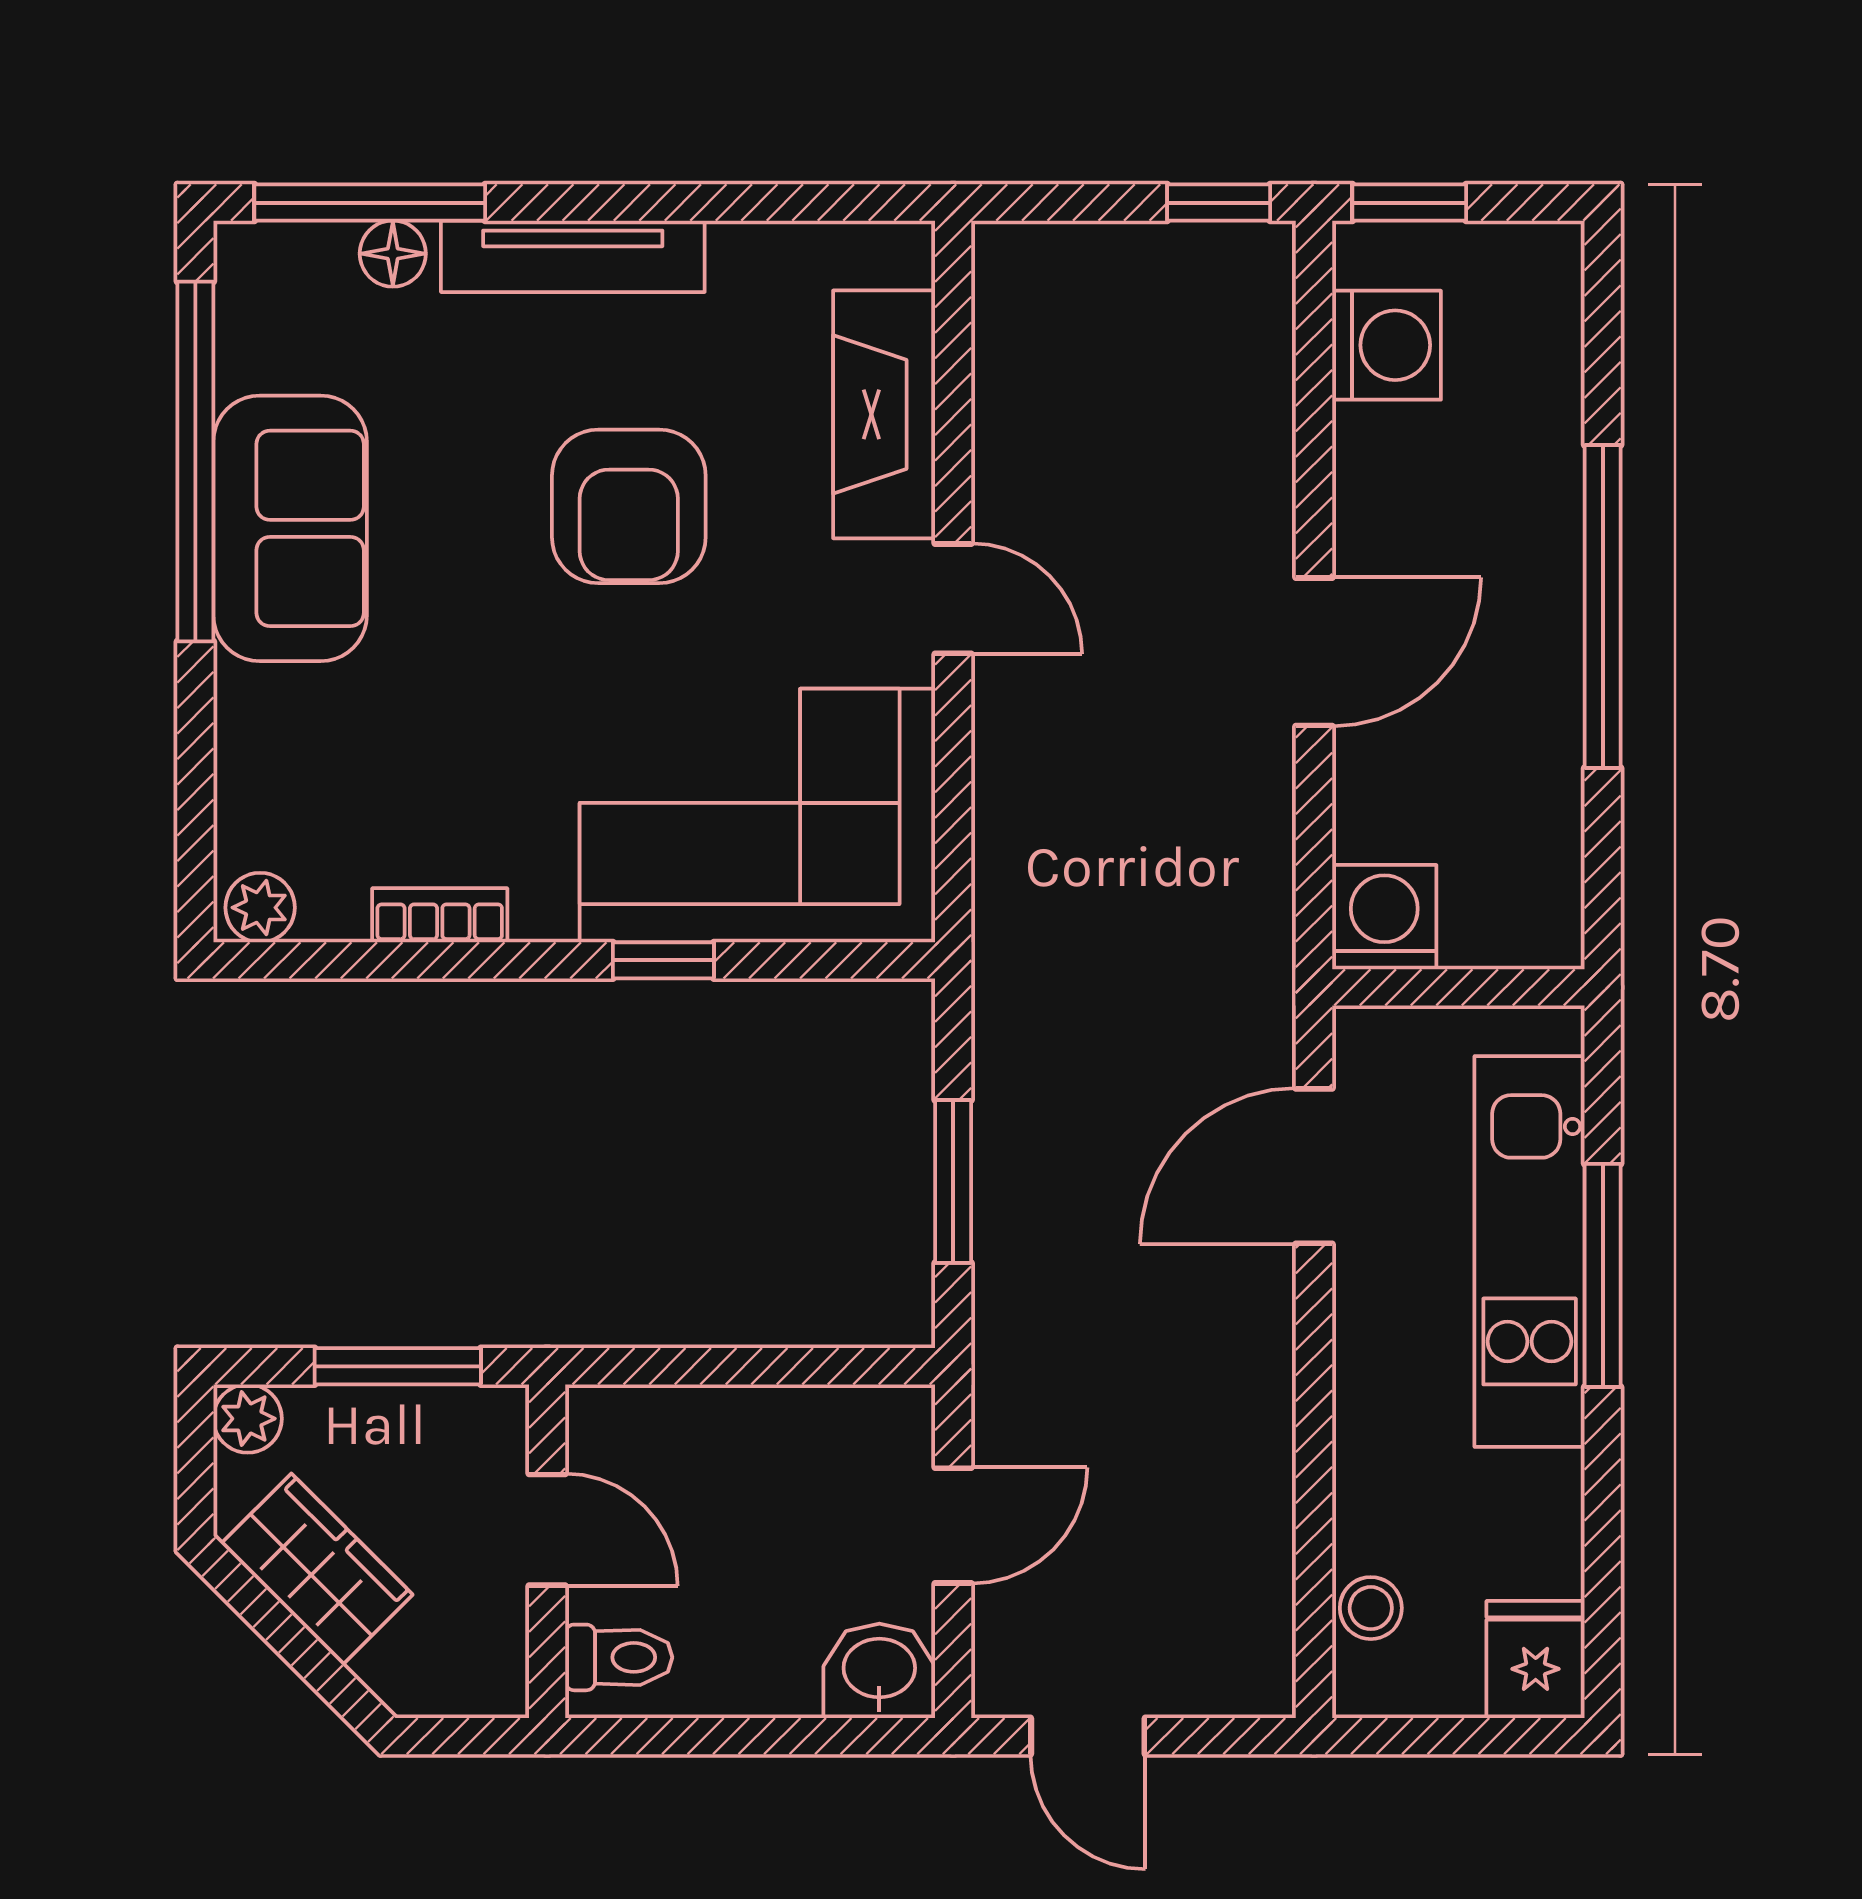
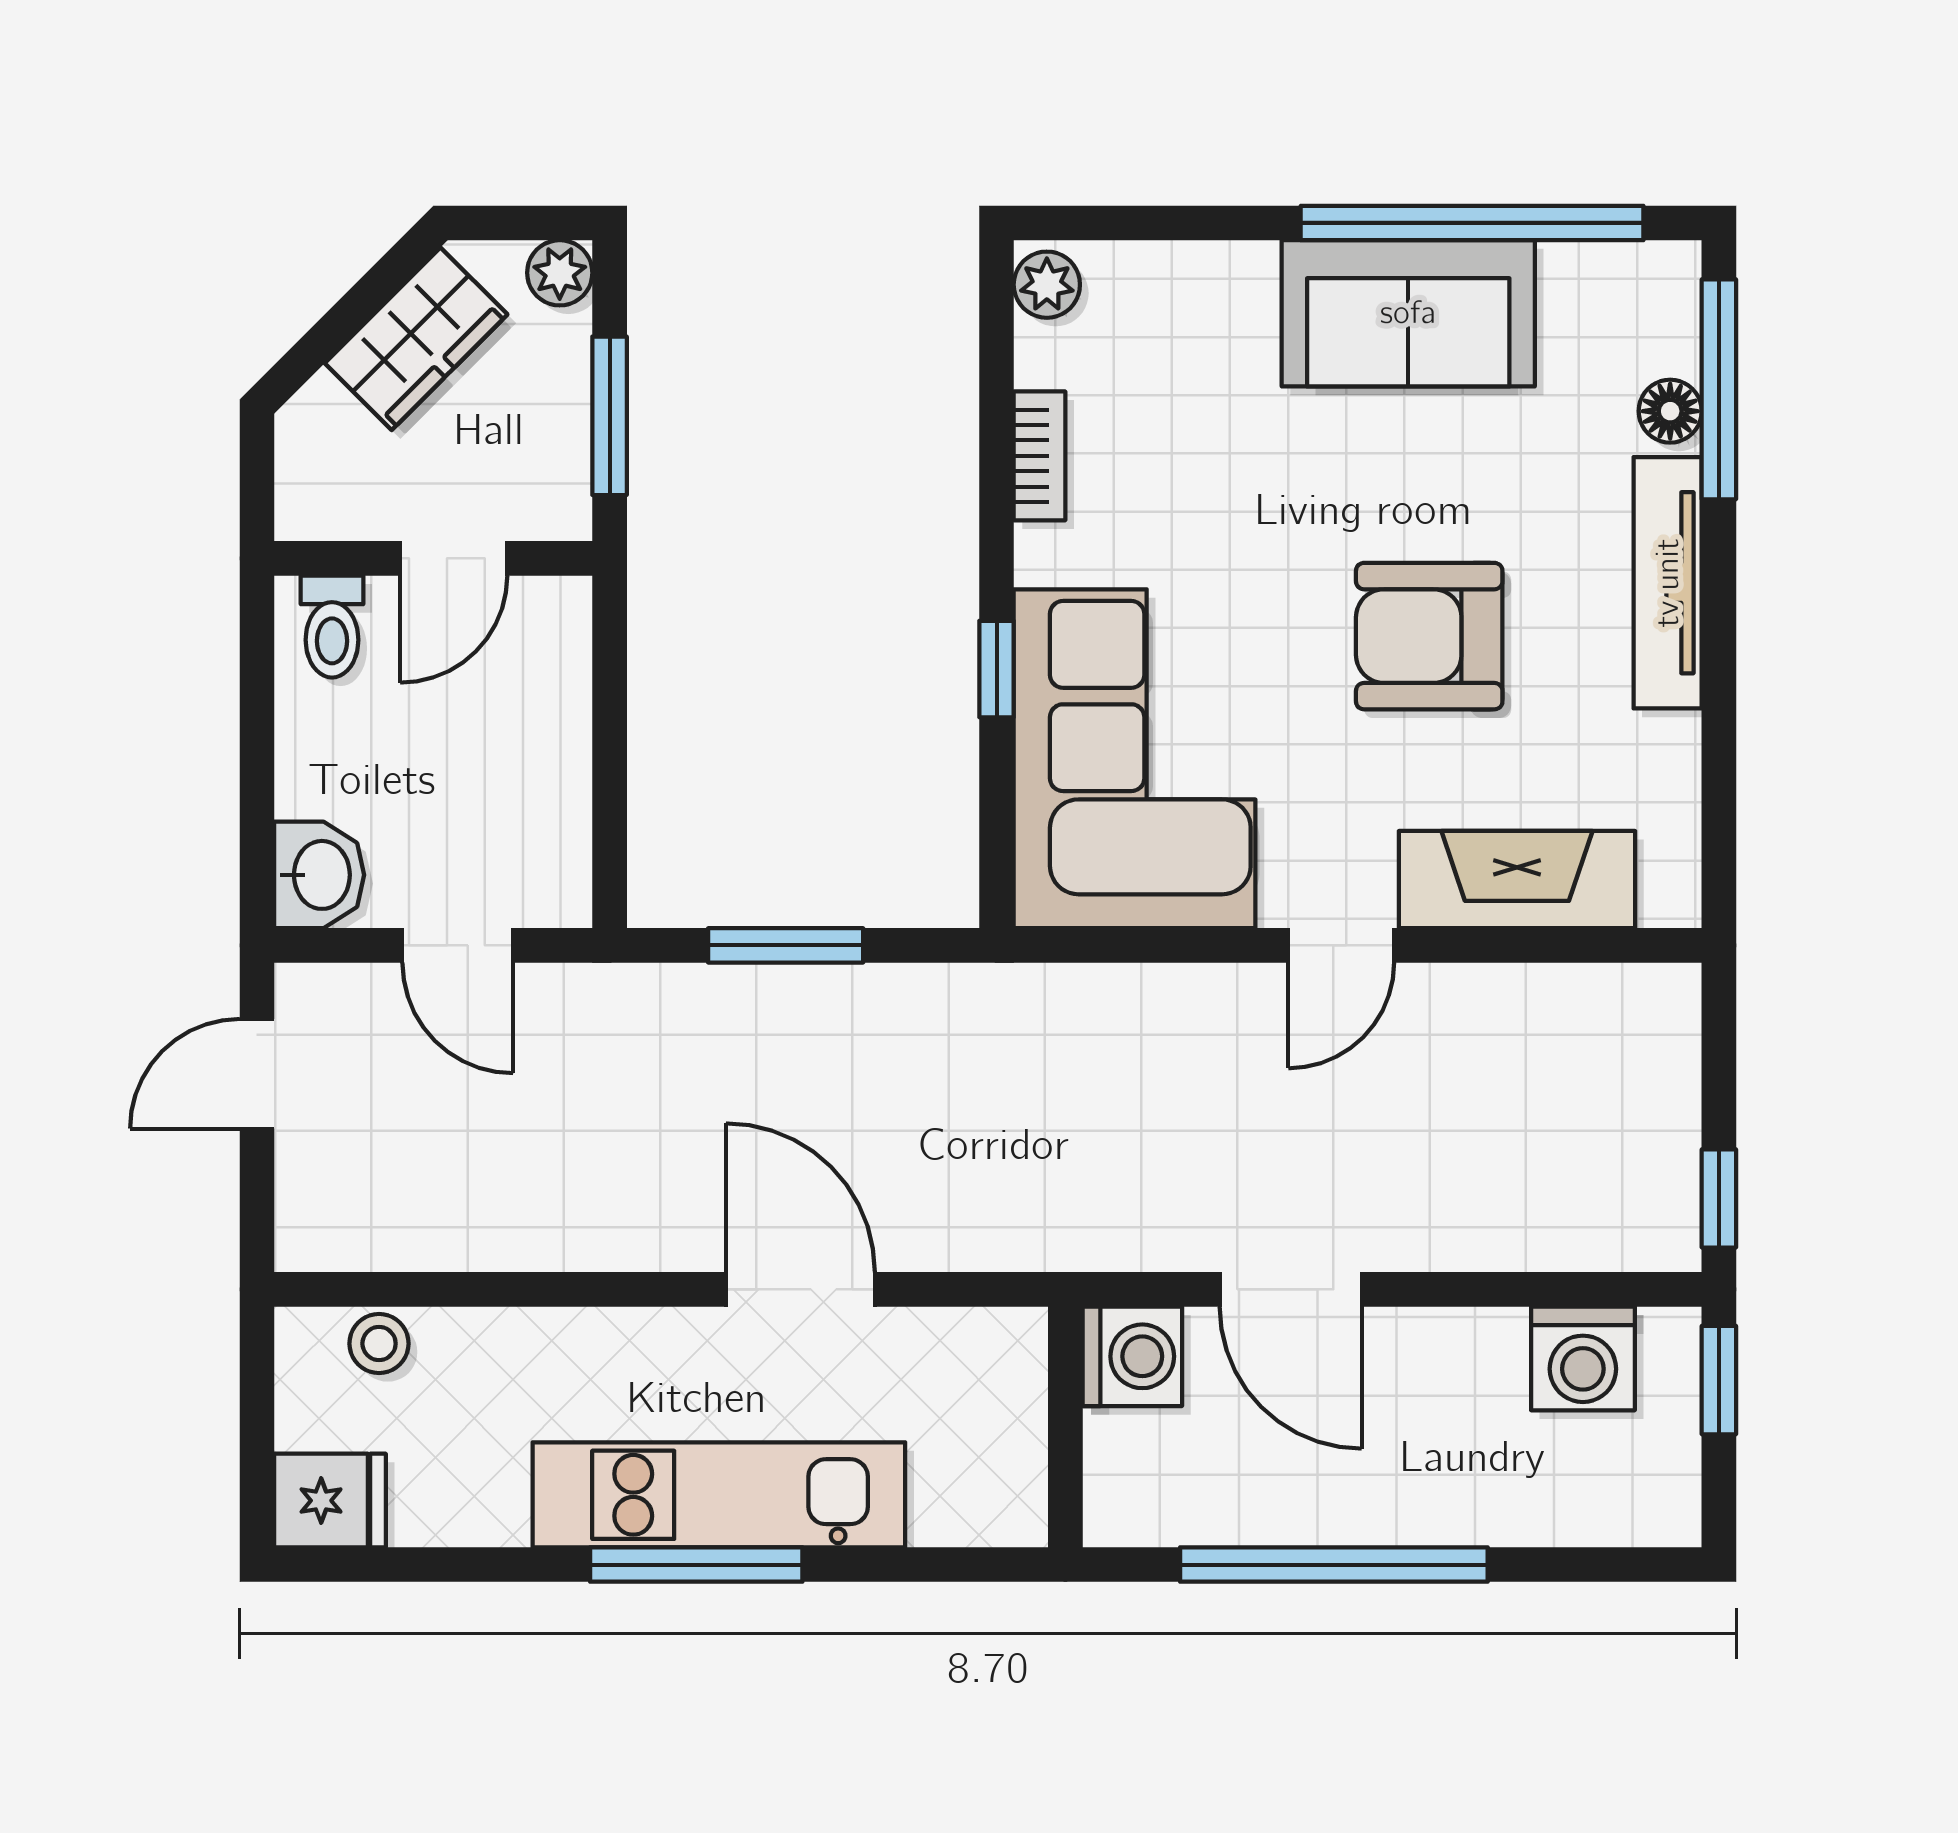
washing machine: (1384, 917) -> (1132, 1356), moved
wall: (1458, 987) -> (1065, 1427), moved

